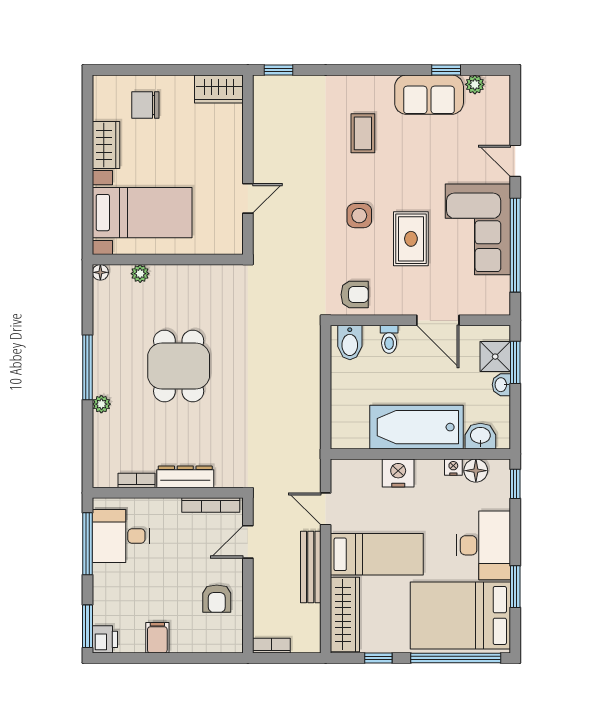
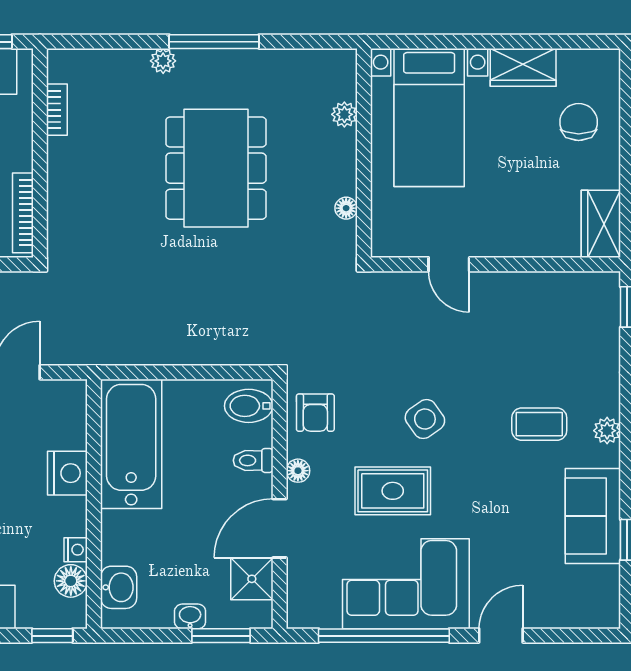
plant: (475, 84) -> (607, 431), moved
side table: (359, 216) -> (425, 419), turned -35
floor lamp: (100, 272) -> (346, 208), moved
floor lamp: (396, 307) -> (298, 471), added
shower: (495, 357) -> (252, 579), moved
dining table: (179, 366) -> (216, 168), width x1.38
bathtub: (417, 427) -> (131, 444), moved
dresser: (185, 477) -> (62, 177), removed

